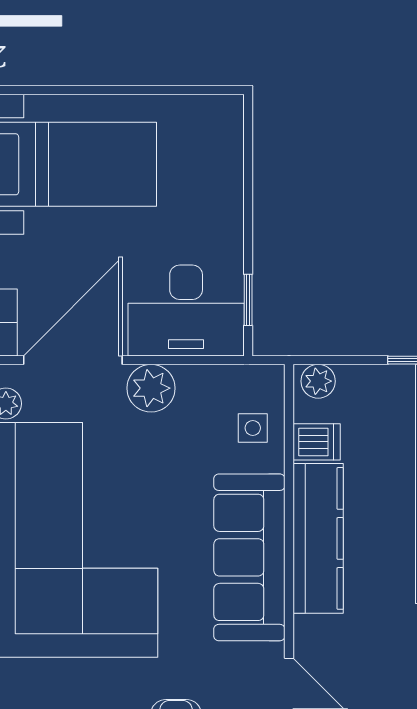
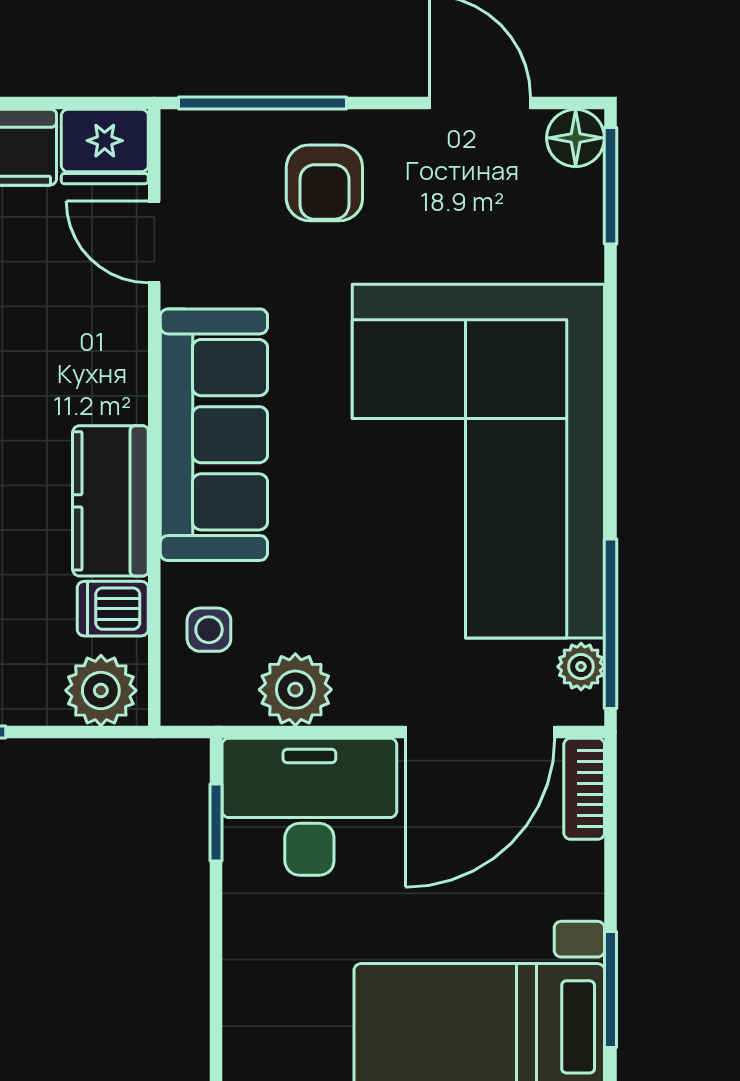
plant: (318, 381) -> (101, 690), width x1.38, depth x1.38
plant: (151, 388) -> (295, 690), moved
kitchen counter: (318, 538) -> (110, 501), width x0.67

